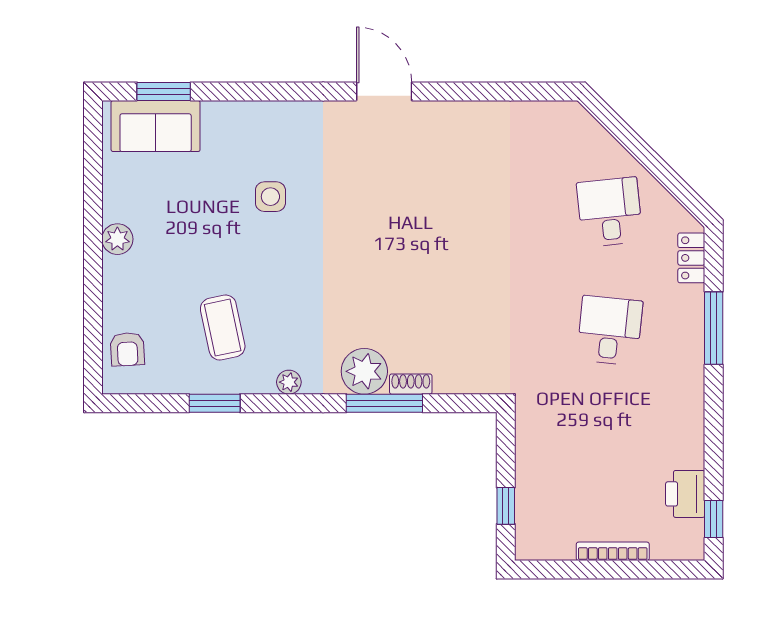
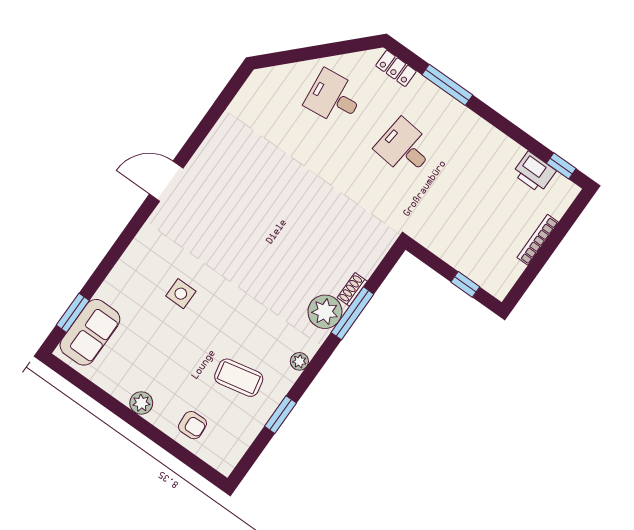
armchair: (127, 349) -> (192, 425), moved

